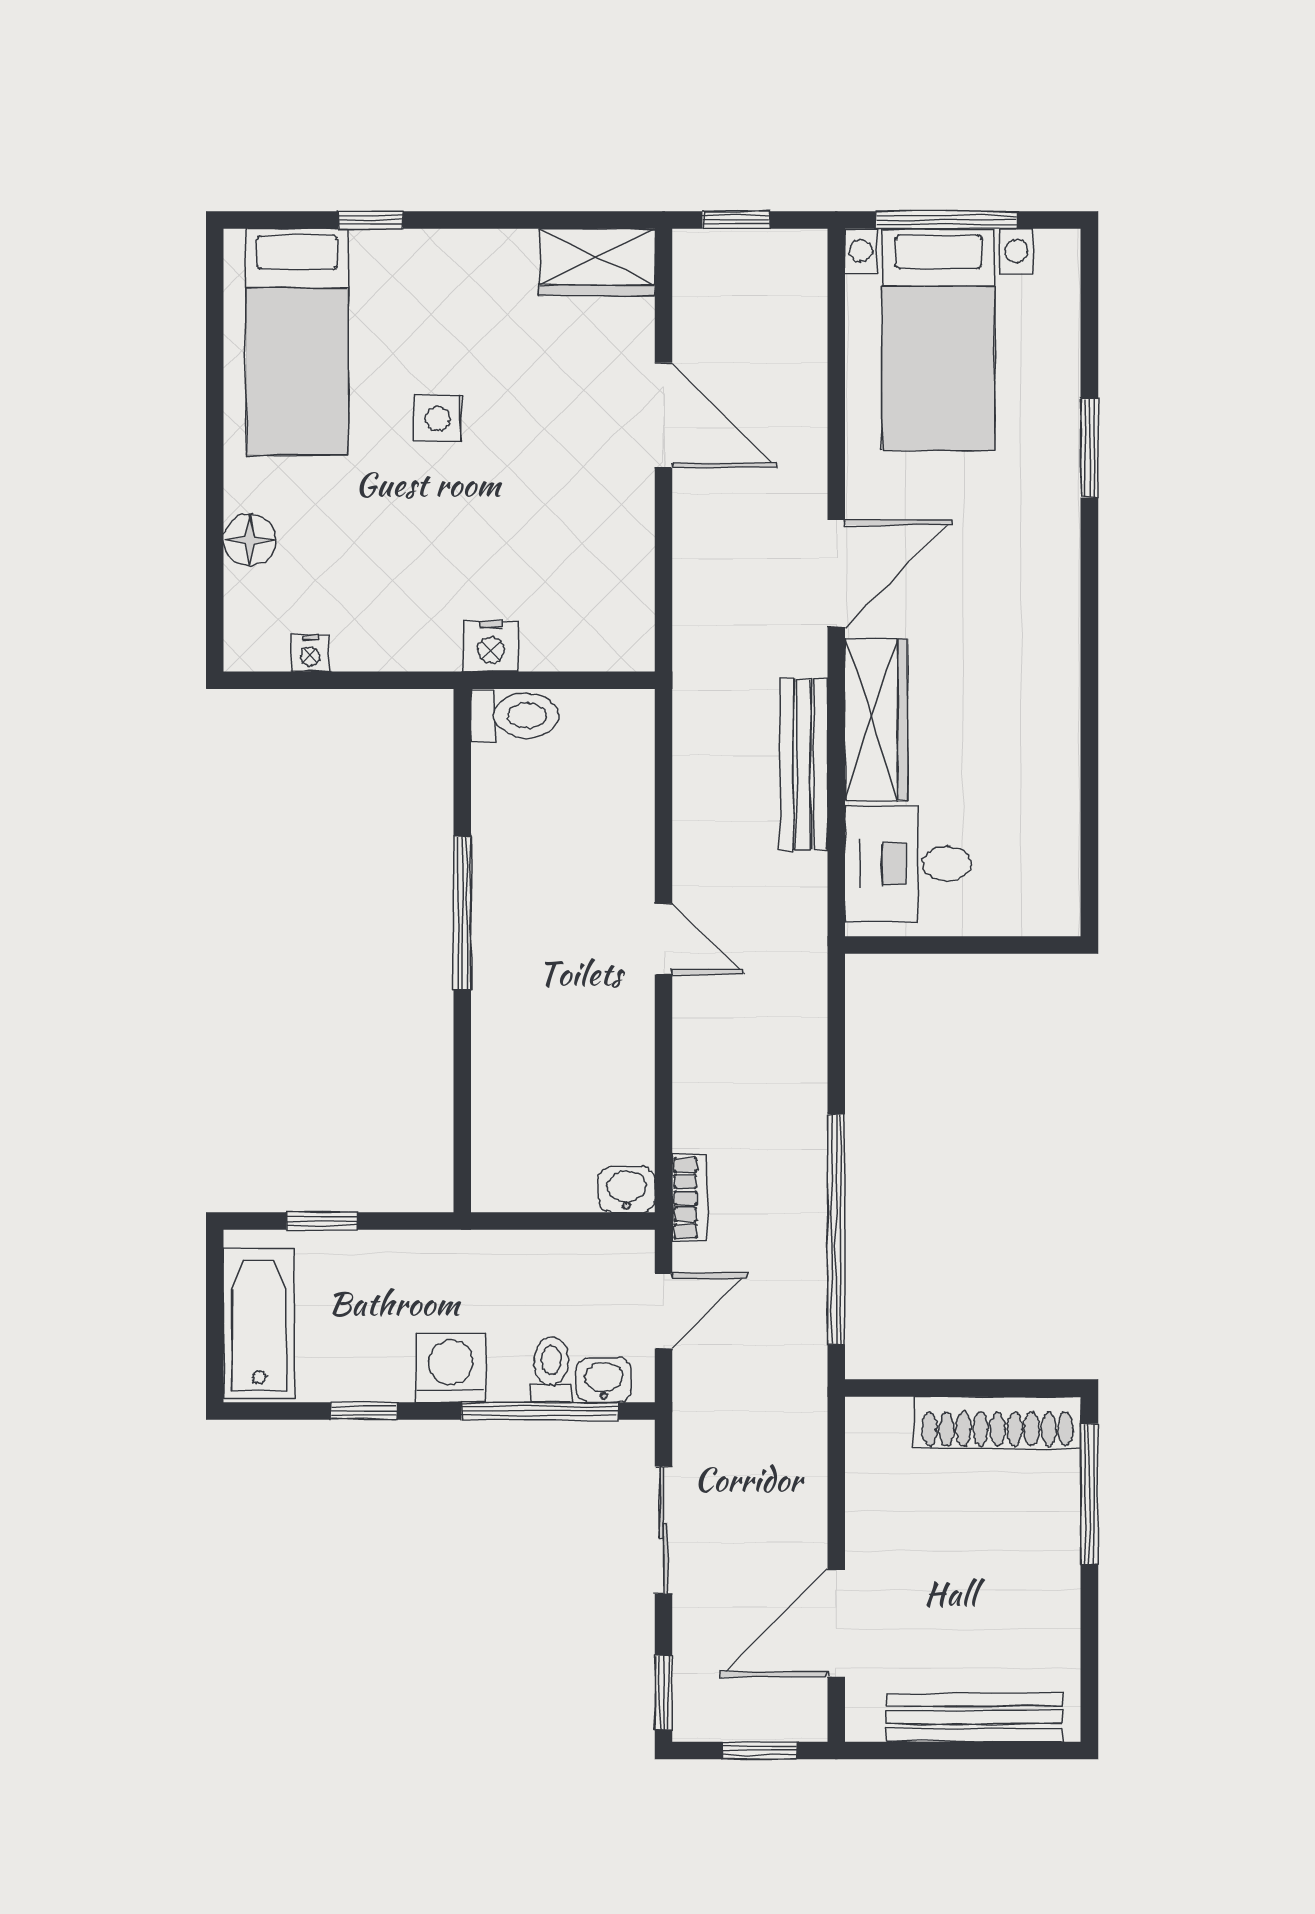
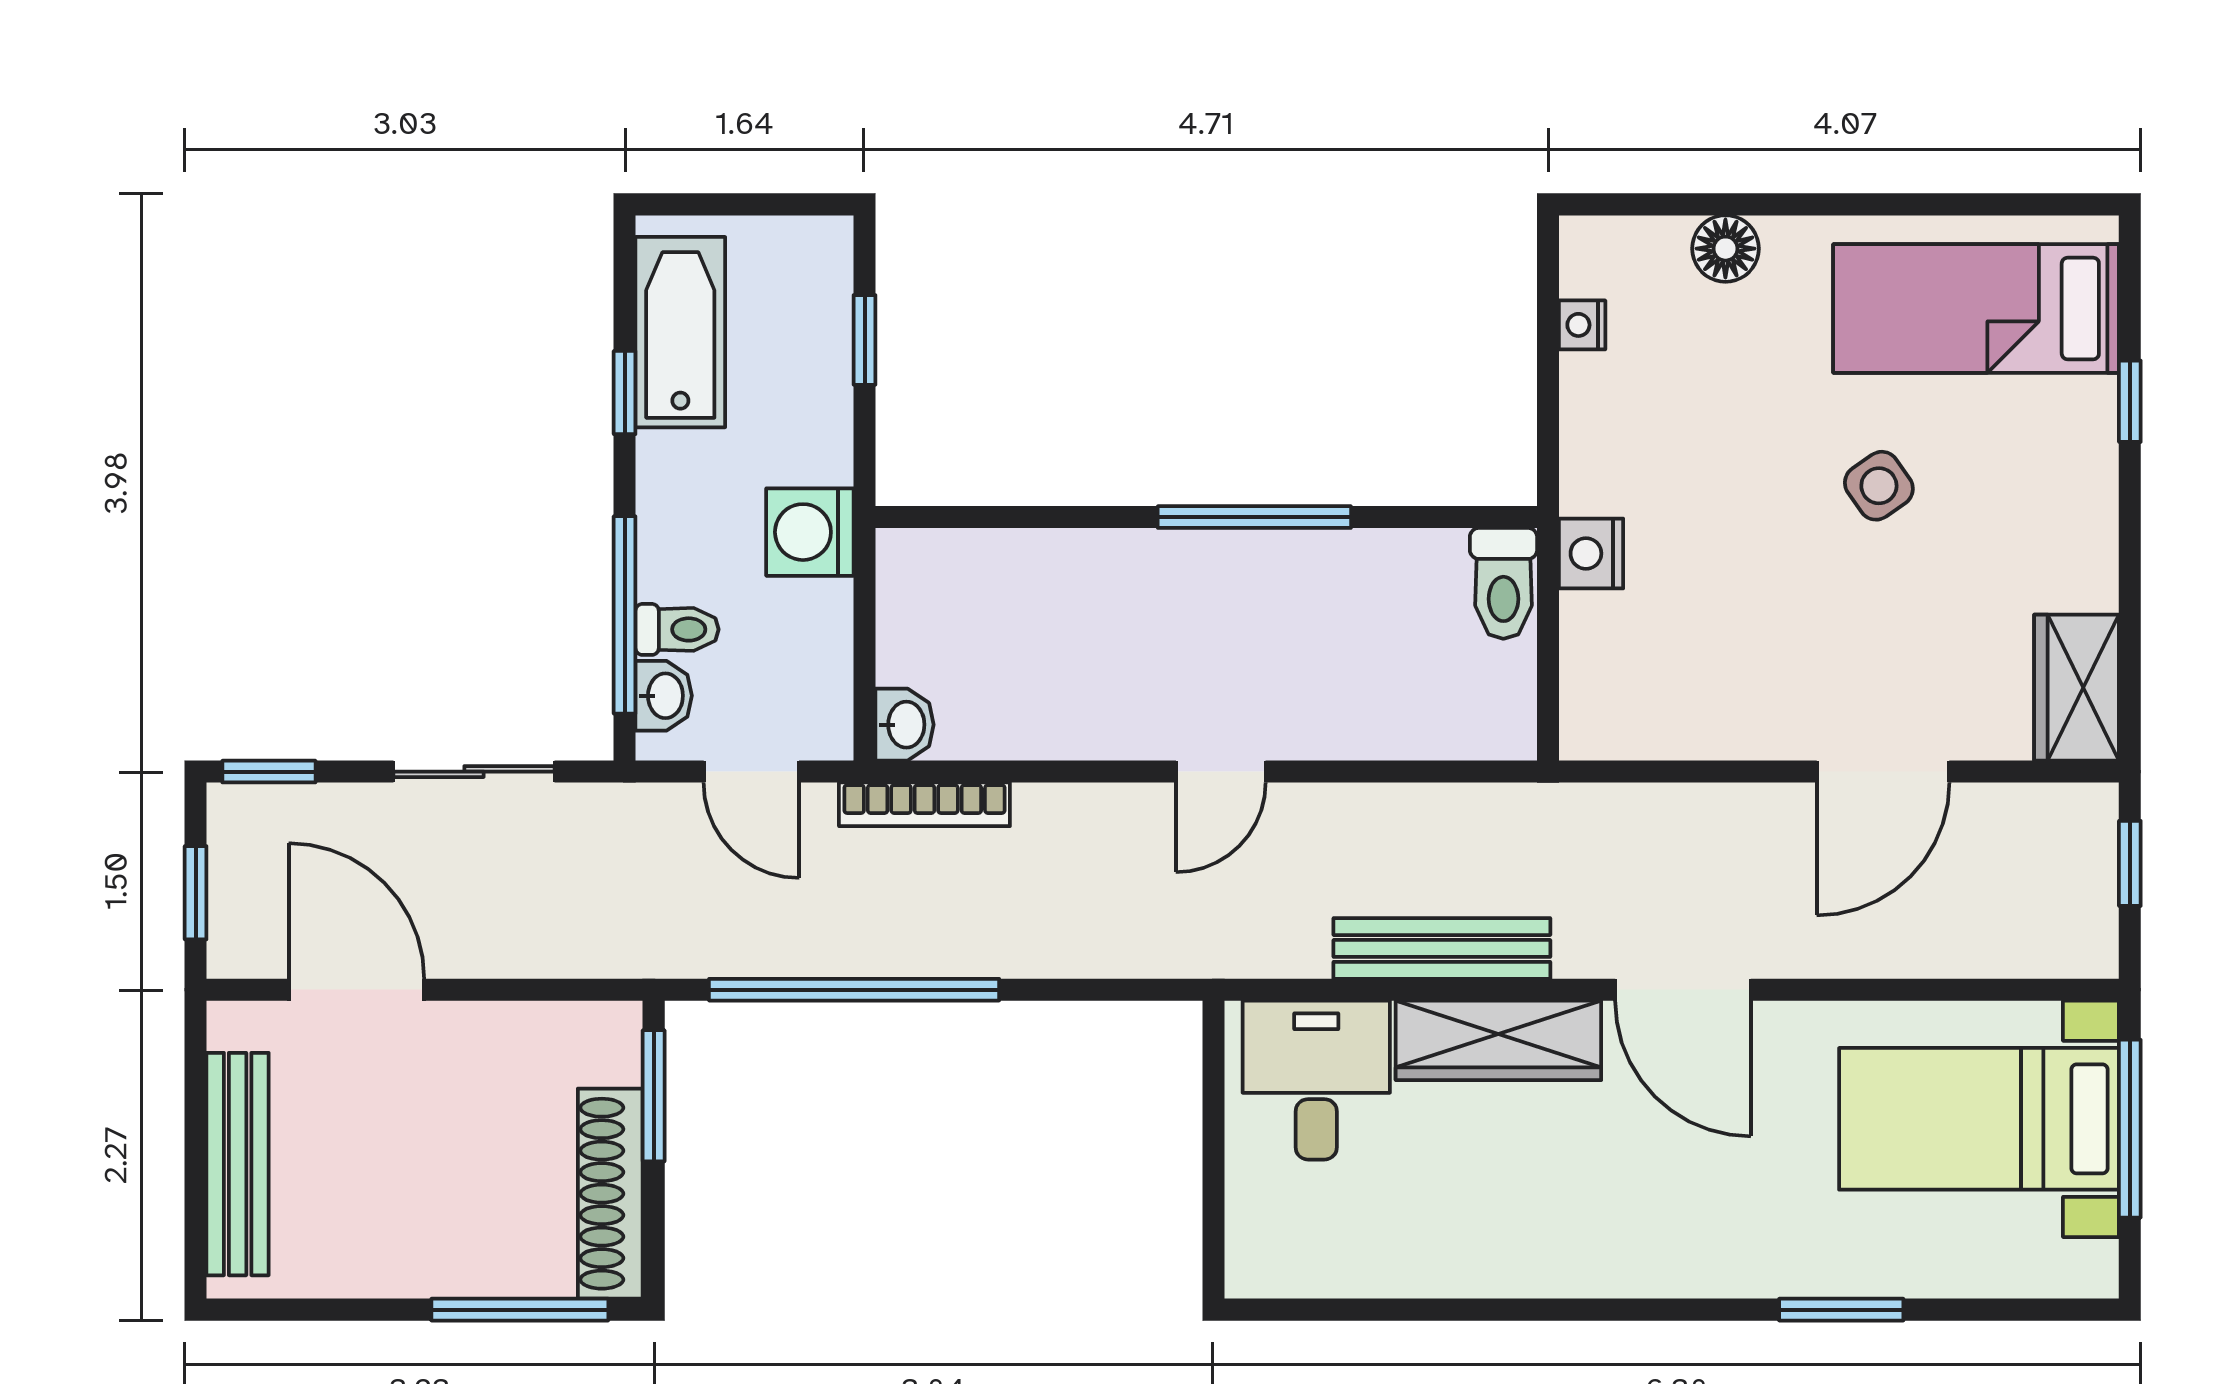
side table: (437, 418) -> (1879, 486), turned -35
bookcase: (690, 1198) -> (924, 804), width x1.56
bathtub: (259, 1323) -> (680, 332), moved, turned -90
washing machine: (451, 1368) -> (810, 532), moved, turned 180
window: (920, 1388) -> (654, 1096), added

